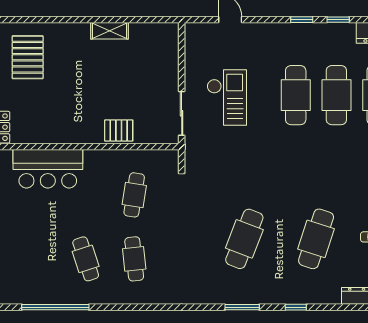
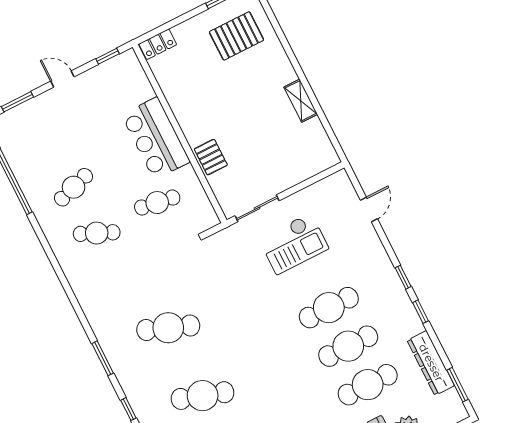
bar counter: (48, 169) -> (156, 138), moved
cafe table: (134, 259) -> (97, 233), turned 30

